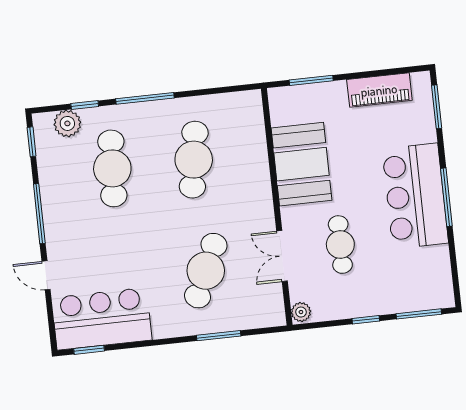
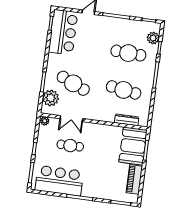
dresser: (256, 137) -> (127, 120), added
booth: (301, 164) -> (133, 146), moved, turned 90
bar counter: (415, 196) -> (59, 181), moved
double door: (282, 256) -> (71, 119), swing flipped
plant: (249, 311) -> (51, 98), added

